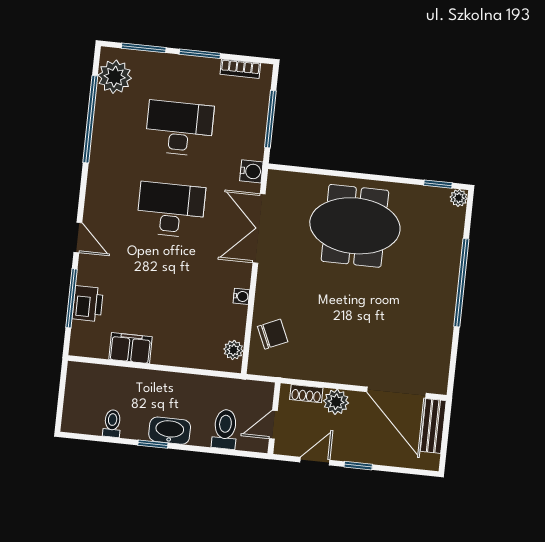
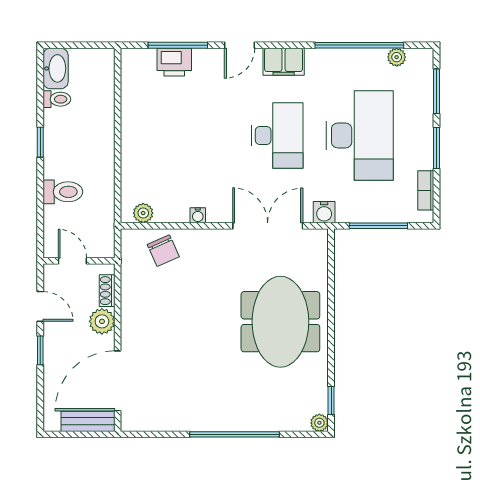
plant: (115, 77) -> (397, 57), width x0.53, depth x0.53
desk: (179, 128) -> (360, 135), width x1.36, depth x1.30
filing cabinet: (130, 348) -> (284, 62), moved, turned 90
toilet: (225, 429) -> (63, 192), moved
washbasin: (170, 431) -> (56, 68), moved

